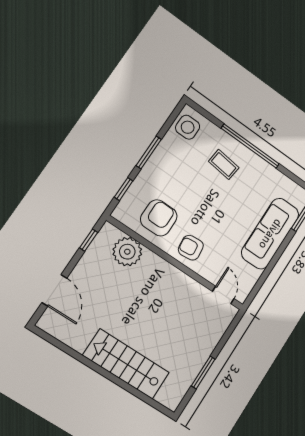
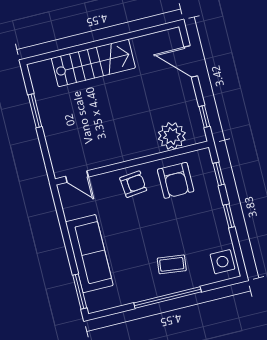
window: (149, 152) -> (229, 216), width x0.67

